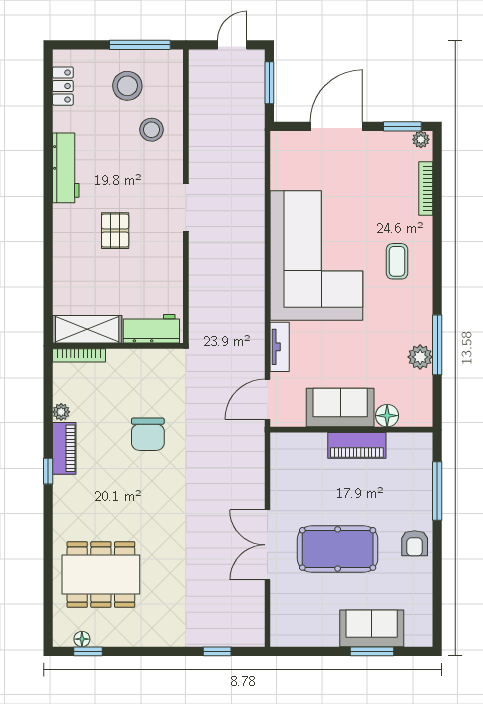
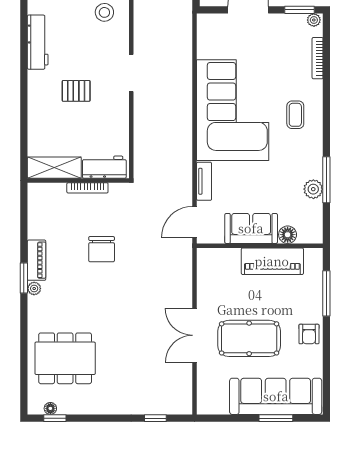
pallet: (115, 231) -> (76, 91), turned 90
bookcase: (79, 355) -> (87, 188), moved
plant: (61, 412) -> (34, 288), moved
piano: (357, 445) -> (272, 261), width x1.37, depth x1.33
window: (48, 471) -> (24, 278), width x1.50
sofa: (372, 628) -> (276, 396), width x1.85, depth x1.27

